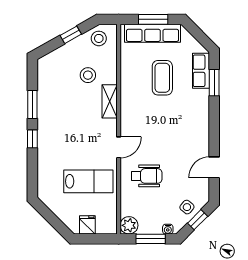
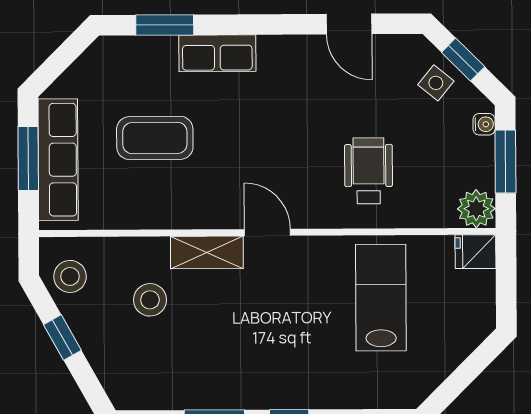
row of seats: (201, 71) -> (217, 53), moved
door: (119, 147) -> (267, 232), moved
fridge: (87, 225) -> (475, 252), moved

